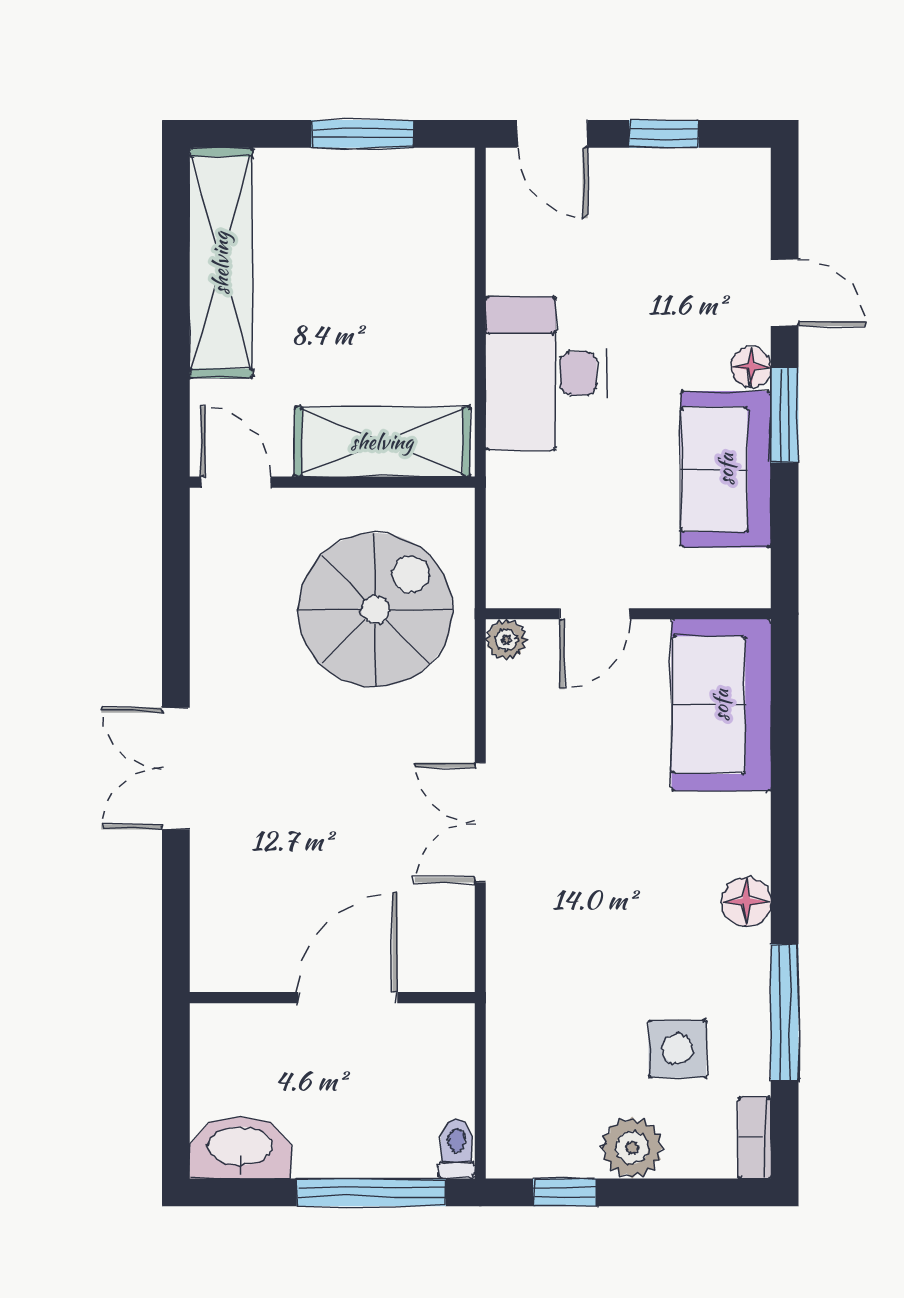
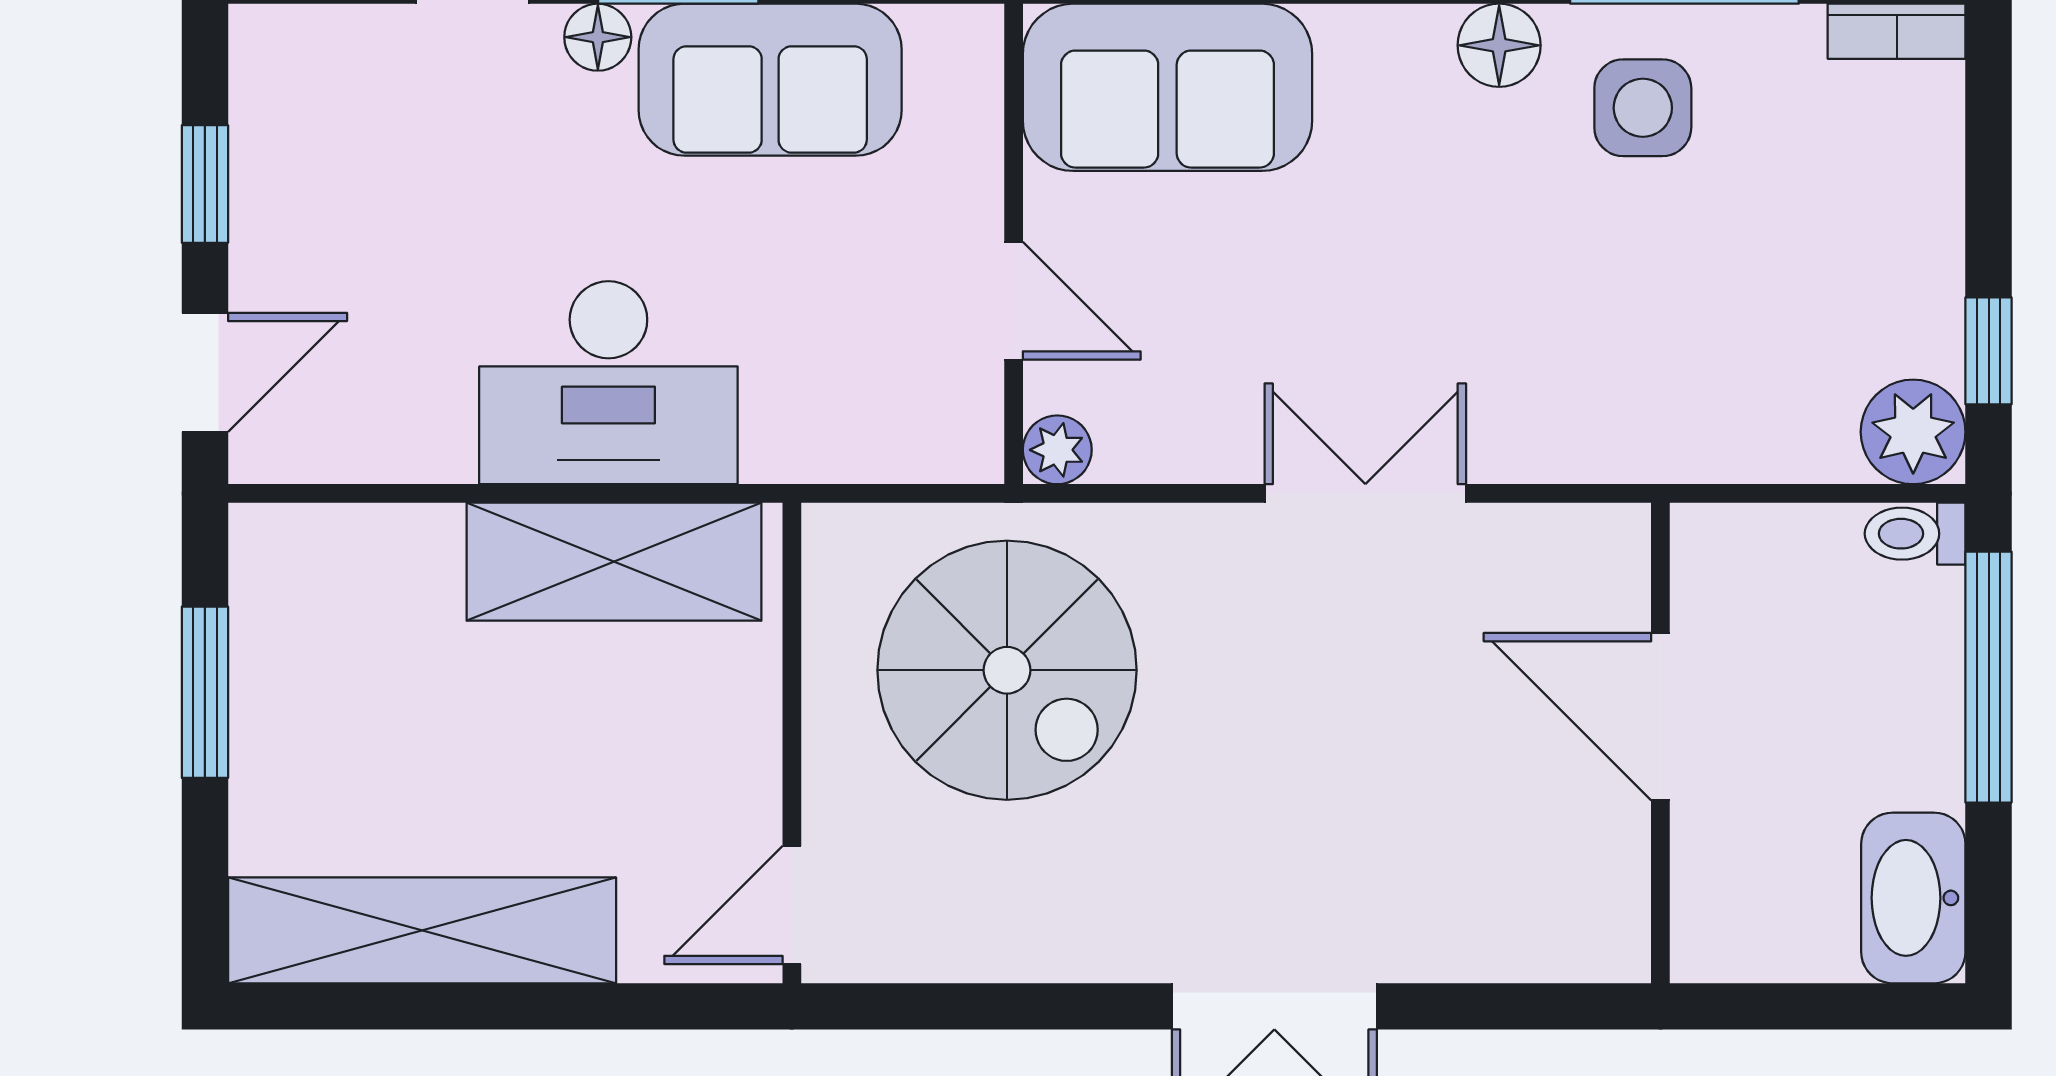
shelving: (382, 442) -> (614, 562), moved, turned 90
spiral stairs: (375, 610) -> (1007, 670), turned 180
double door: (480, 823) -> (1365, 493), swing flipped
side table: (677, 1049) -> (1643, 108), moved
plant: (632, 1148) -> (1913, 432), moved

